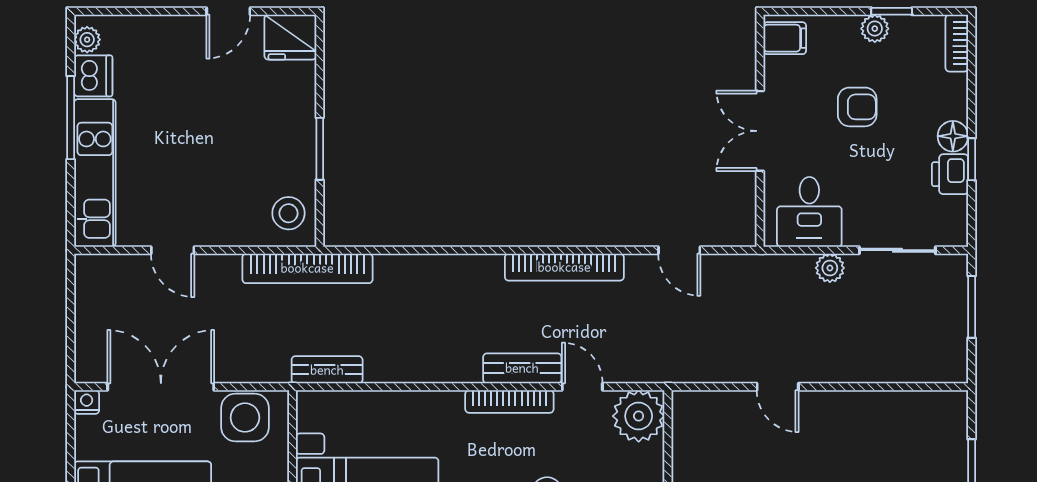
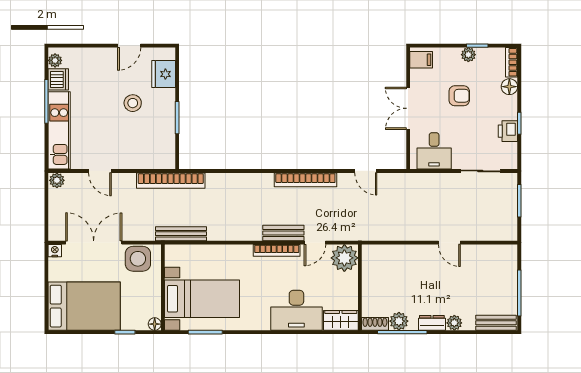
fridge: (290, 37) -> (164, 74), moved, turned 90
floor lamp: (953, 136) -> (509, 87), moved
stool: (288, 213) -> (133, 103), moved
plant: (830, 268) -> (57, 180), moved
bench: (327, 370) -> (181, 234), width x1.36
door: (582, 387) -> (315, 243), swing flipped
door: (778, 387) -> (449, 243), moved

